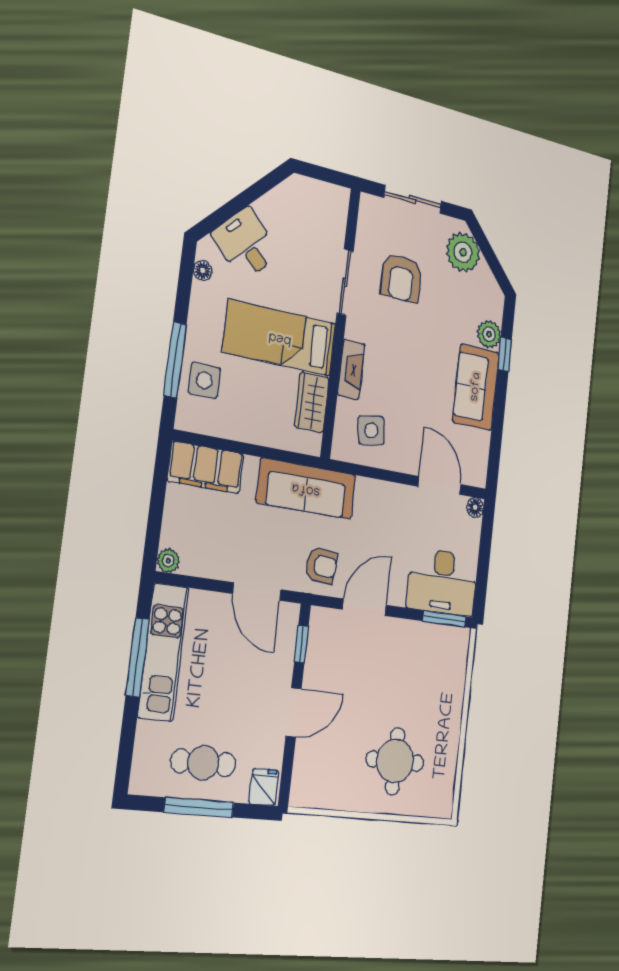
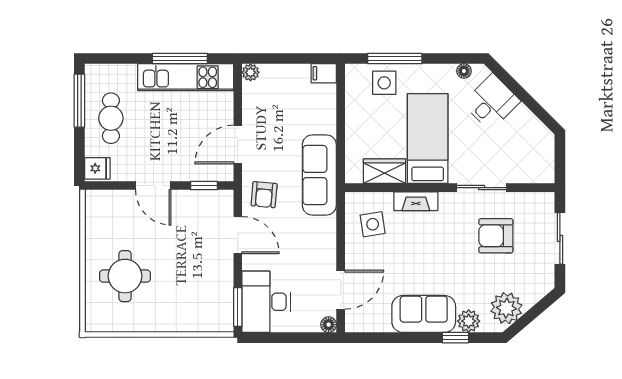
plant: (463, 252) -> (506, 308), moved
filing cabinet: (206, 467) -> (324, 73), width x0.33, depth x0.86
window: (199, 807) -> (79, 101), moved

